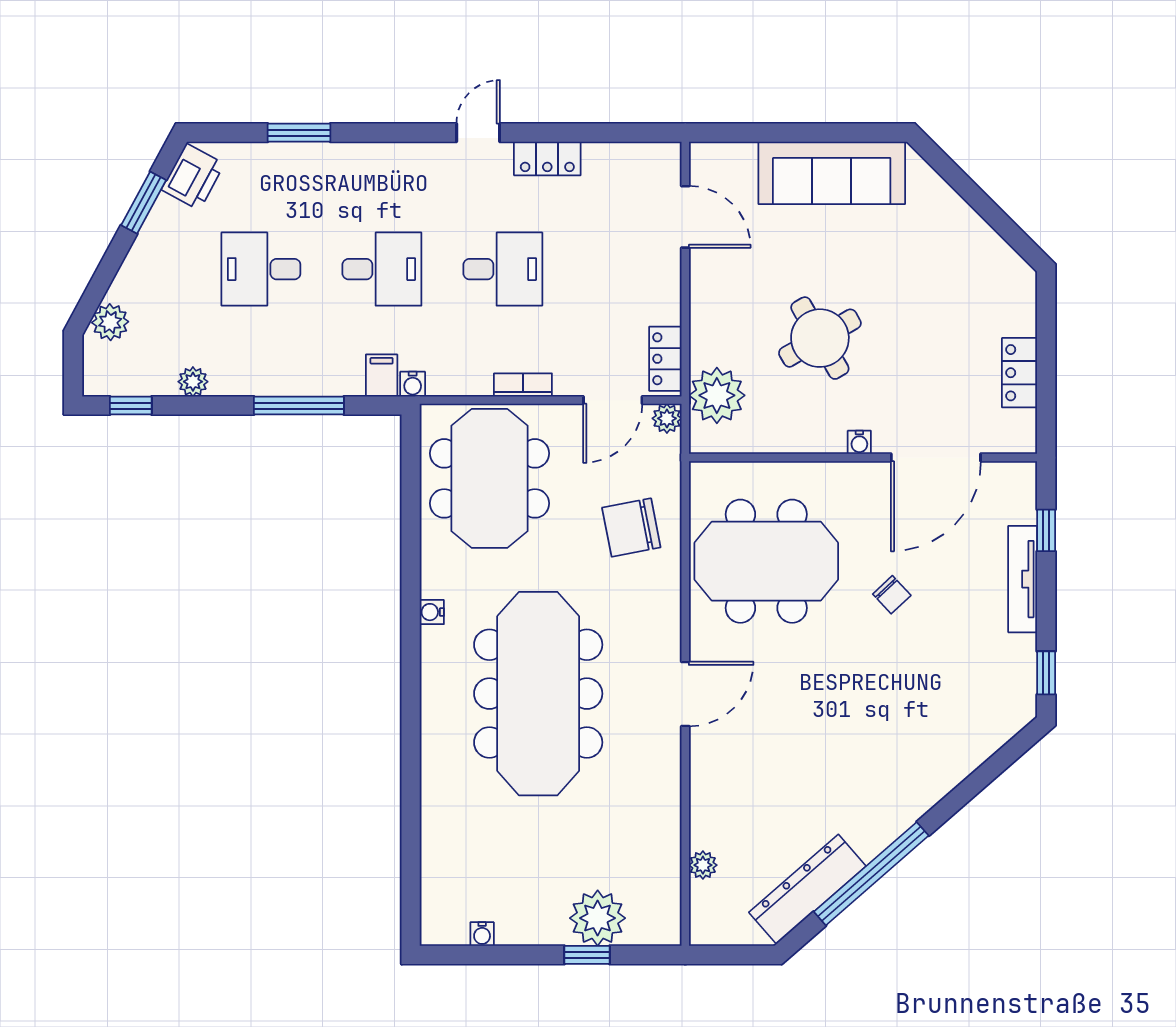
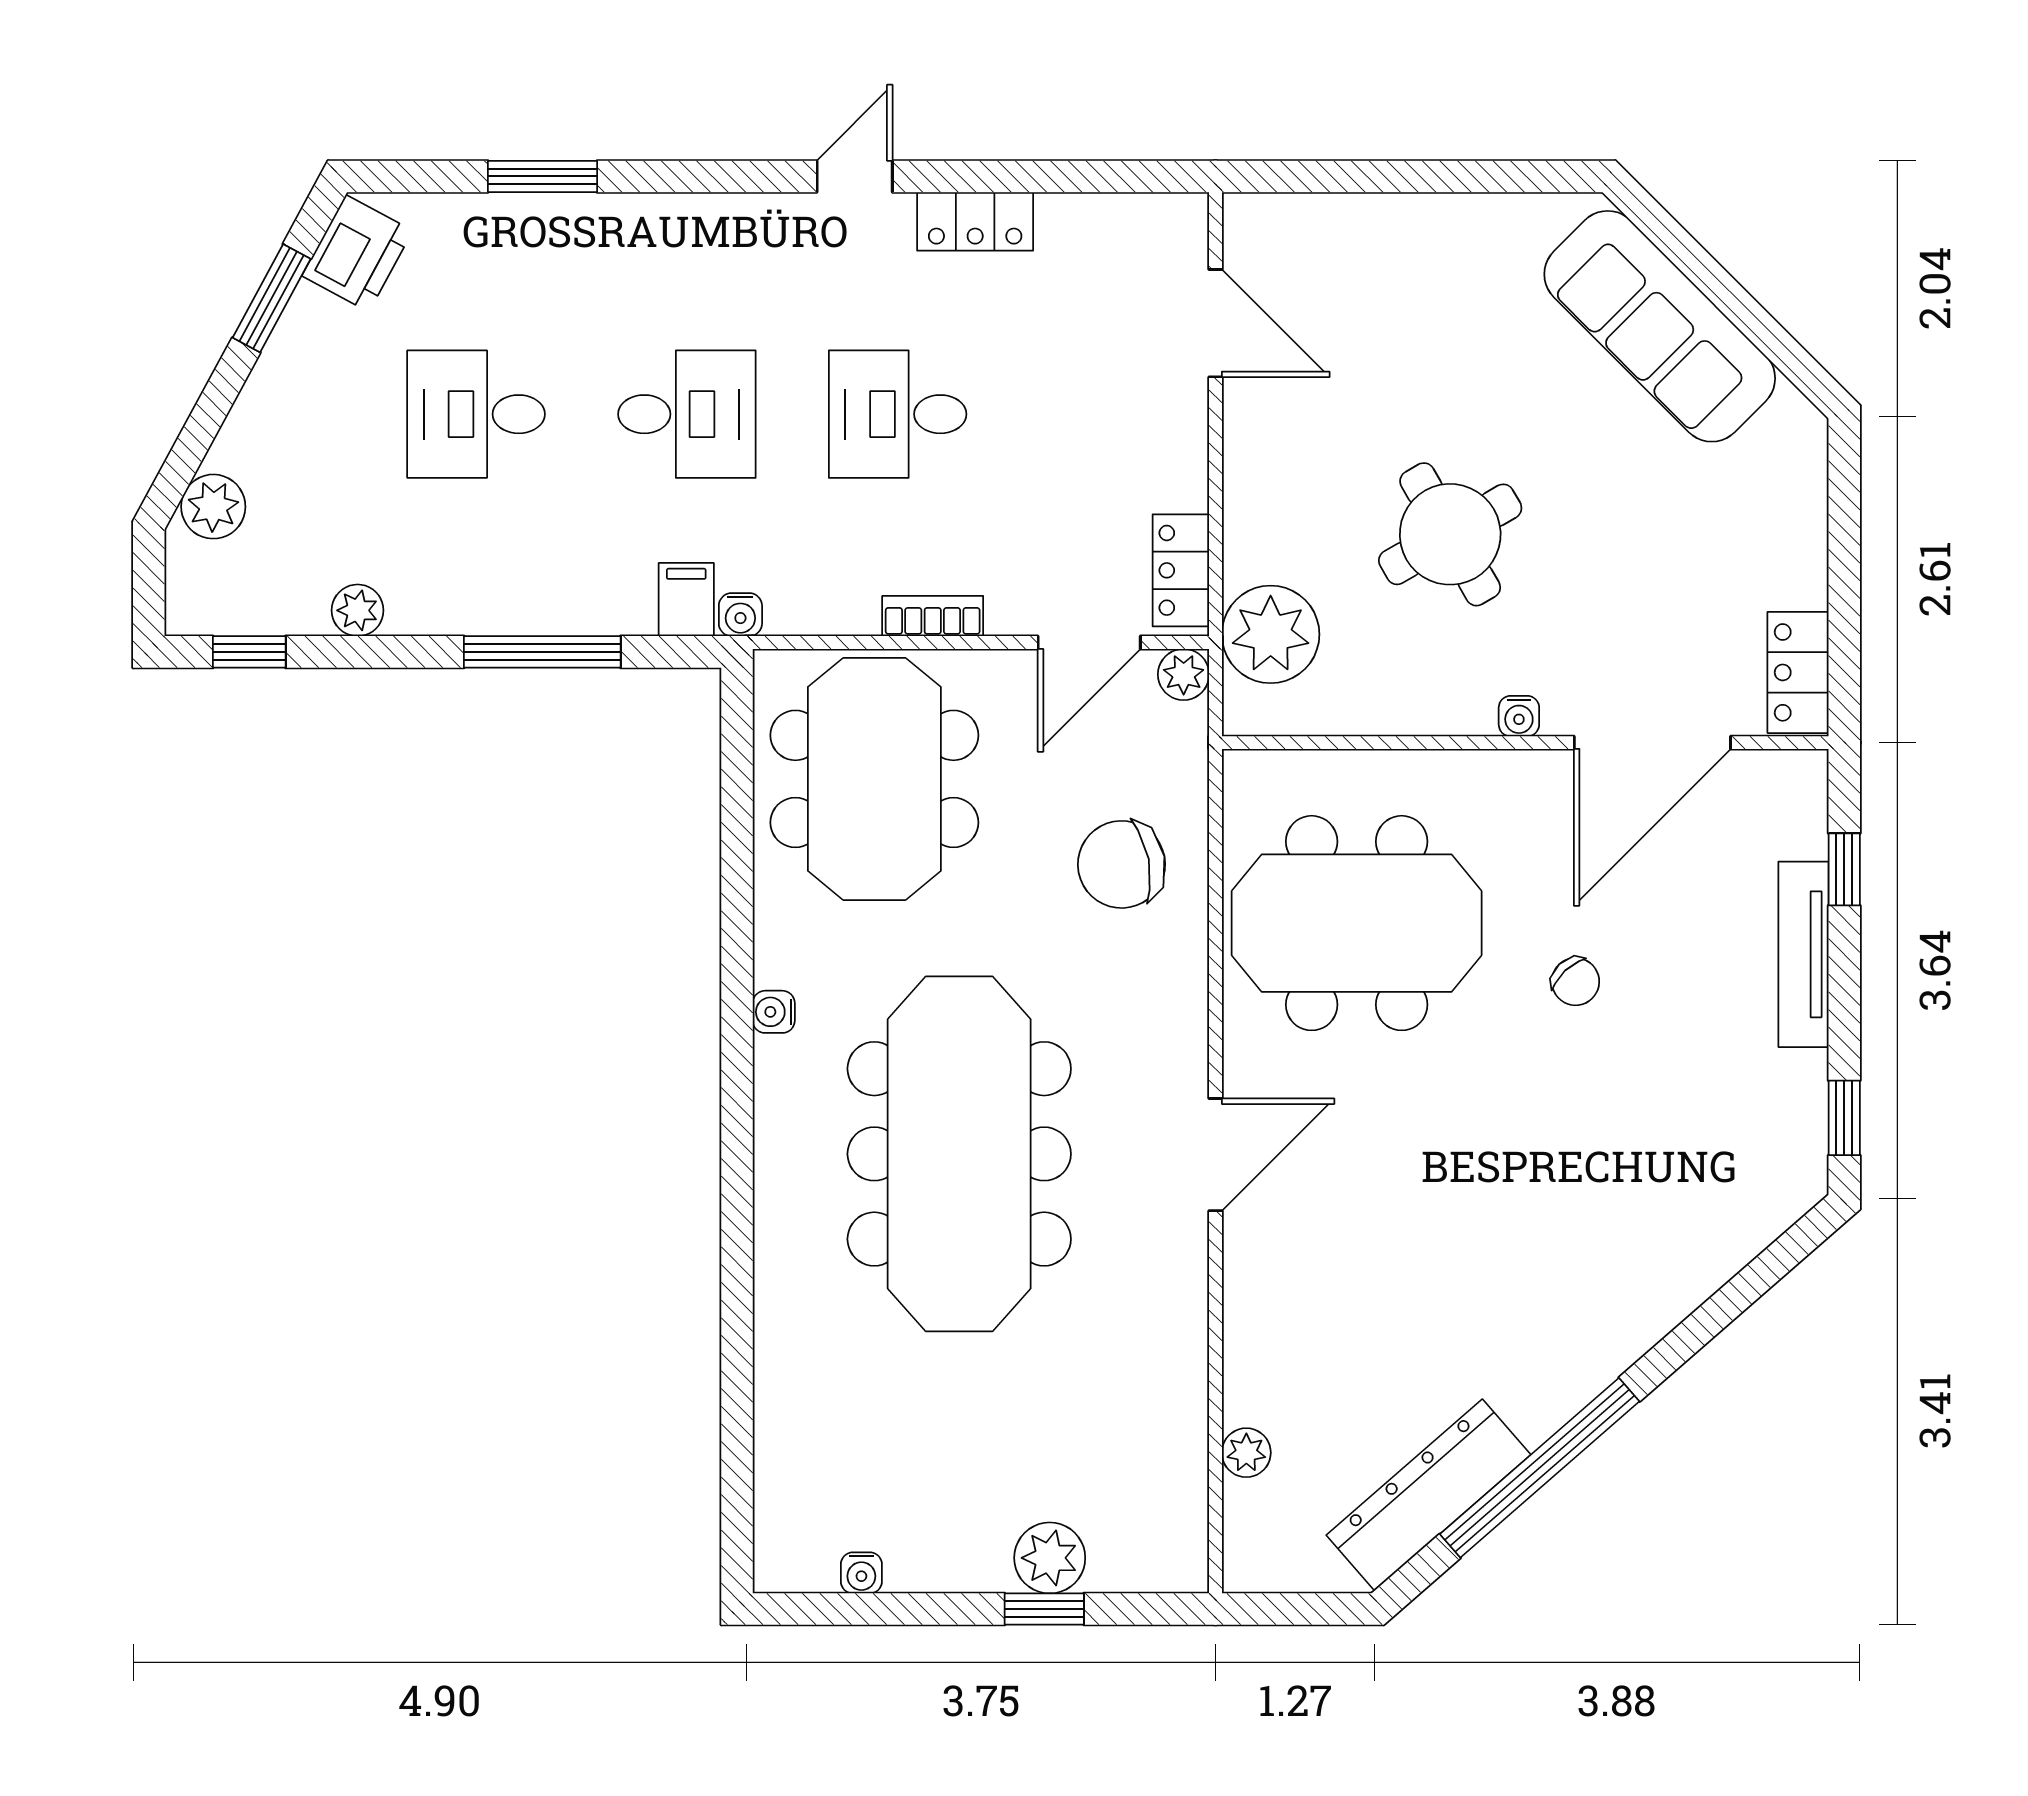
sofa: (832, 173) -> (1660, 326), moved, turned 45
desk: (503, 269) -> (898, 414), turned 180
locker: (1019, 373) -> (1798, 672), moved
plant: (598, 918) -> (1050, 1558), width x0.73, depth x0.73

